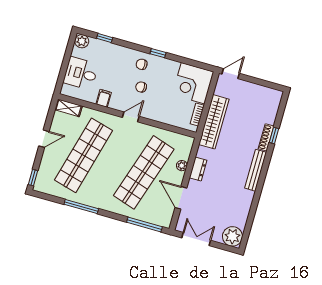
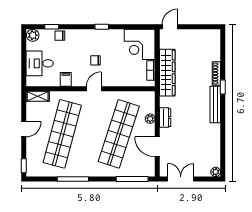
chair: (142, 64) -> (60, 36), moved
window: (274, 135) -> (223, 87), moved
plant: (232, 236) -> (216, 172), width x0.53, depth x0.53

